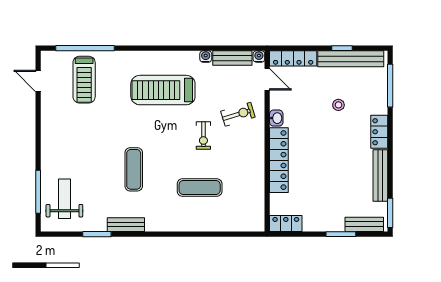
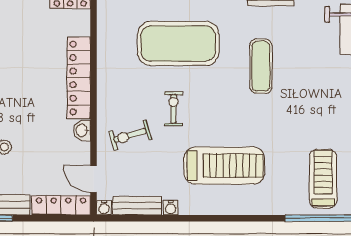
exercise mat: (200, 188) -> (178, 43), width x2.00, depth x1.45

